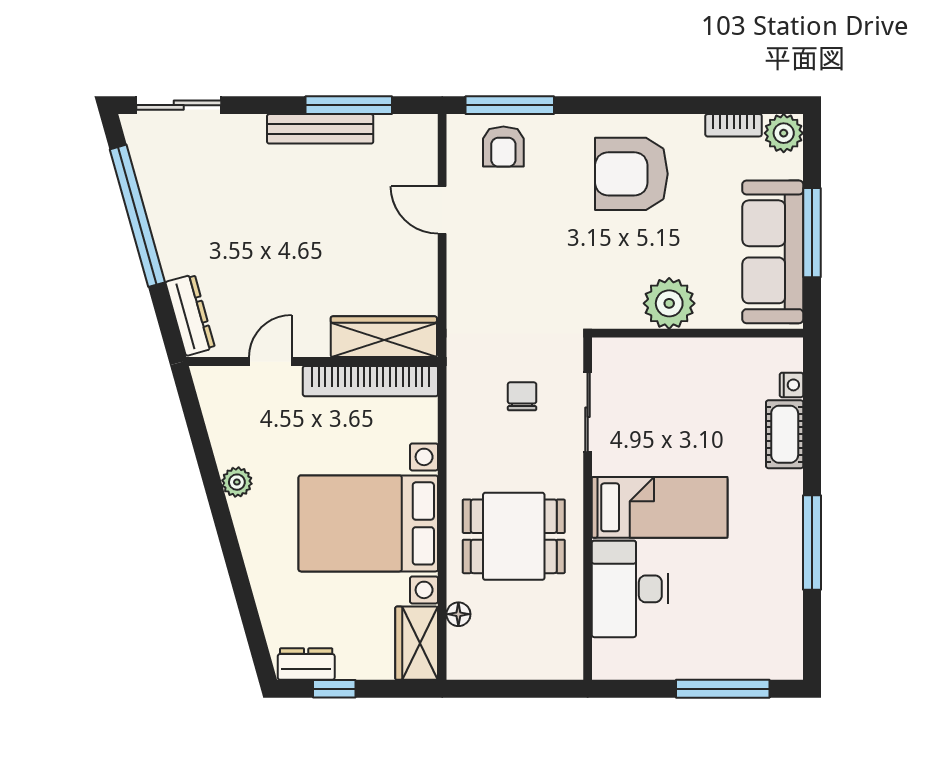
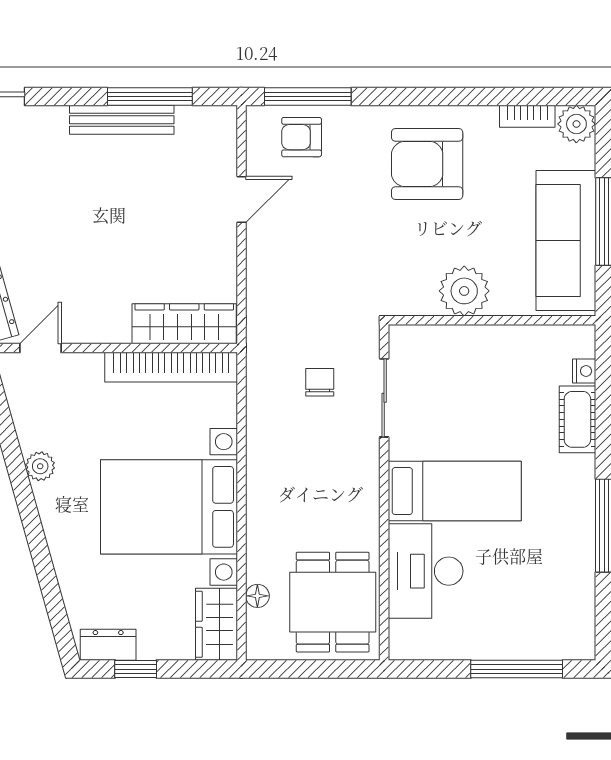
armchair: (503, 146) -> (302, 137), turned 90
door: (442, 210) -> (242, 199), swing flipped
door: (270, 361) -> (40, 348), moved
dining table: (514, 536) -> (333, 602), moved, turned 90

